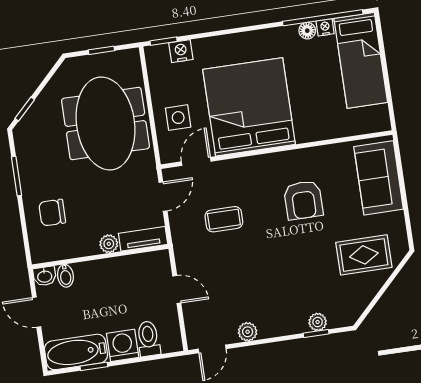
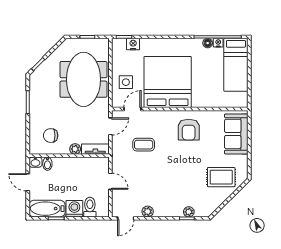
armchair: (303, 200) -> (189, 130), moved
chair: (52, 213) -> (51, 136), moved

